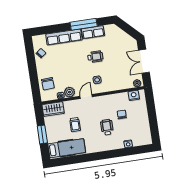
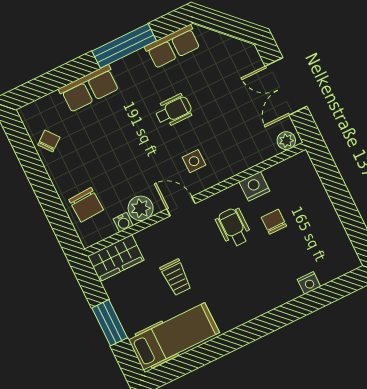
row of seats: (93, 32) -> (173, 46), moved
row of seats: (64, 37) -> (89, 89), width x0.68
nightstand: (134, 95) -> (254, 186), moved
door: (86, 96) -> (181, 206), hinge flipped
wheelchair: (107, 127) -> (233, 227), moved

